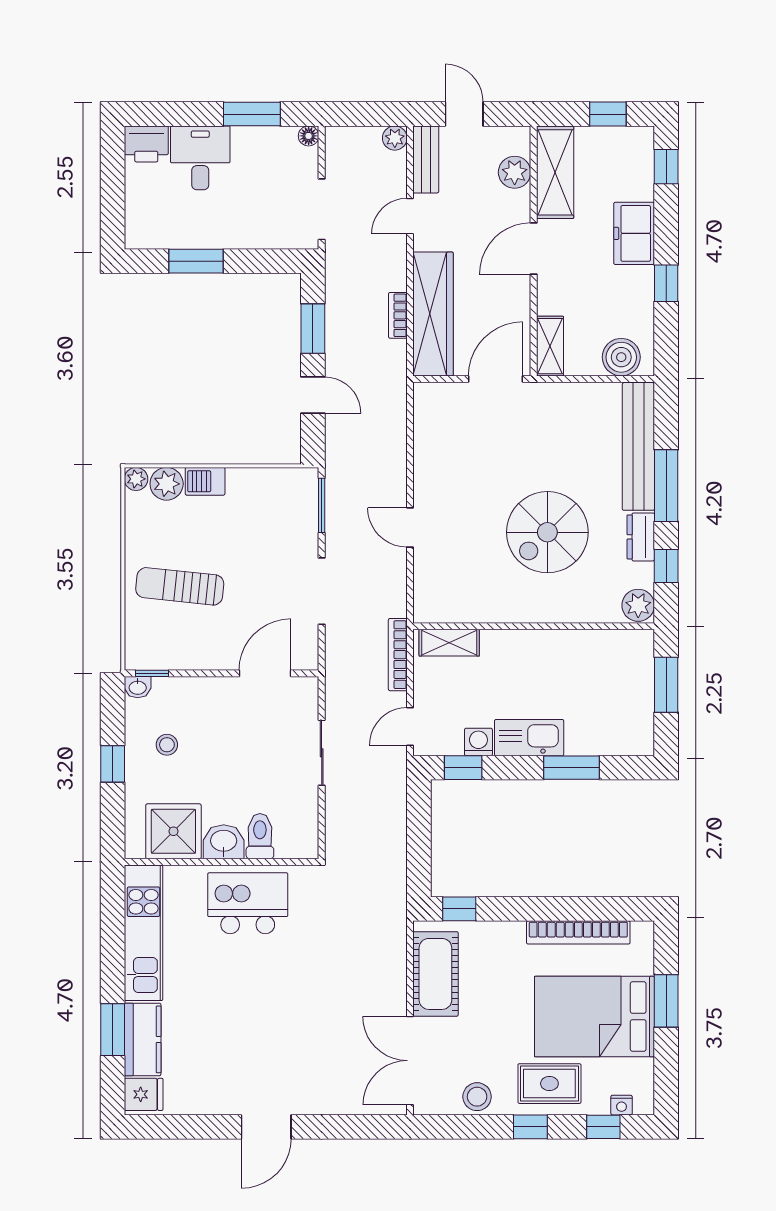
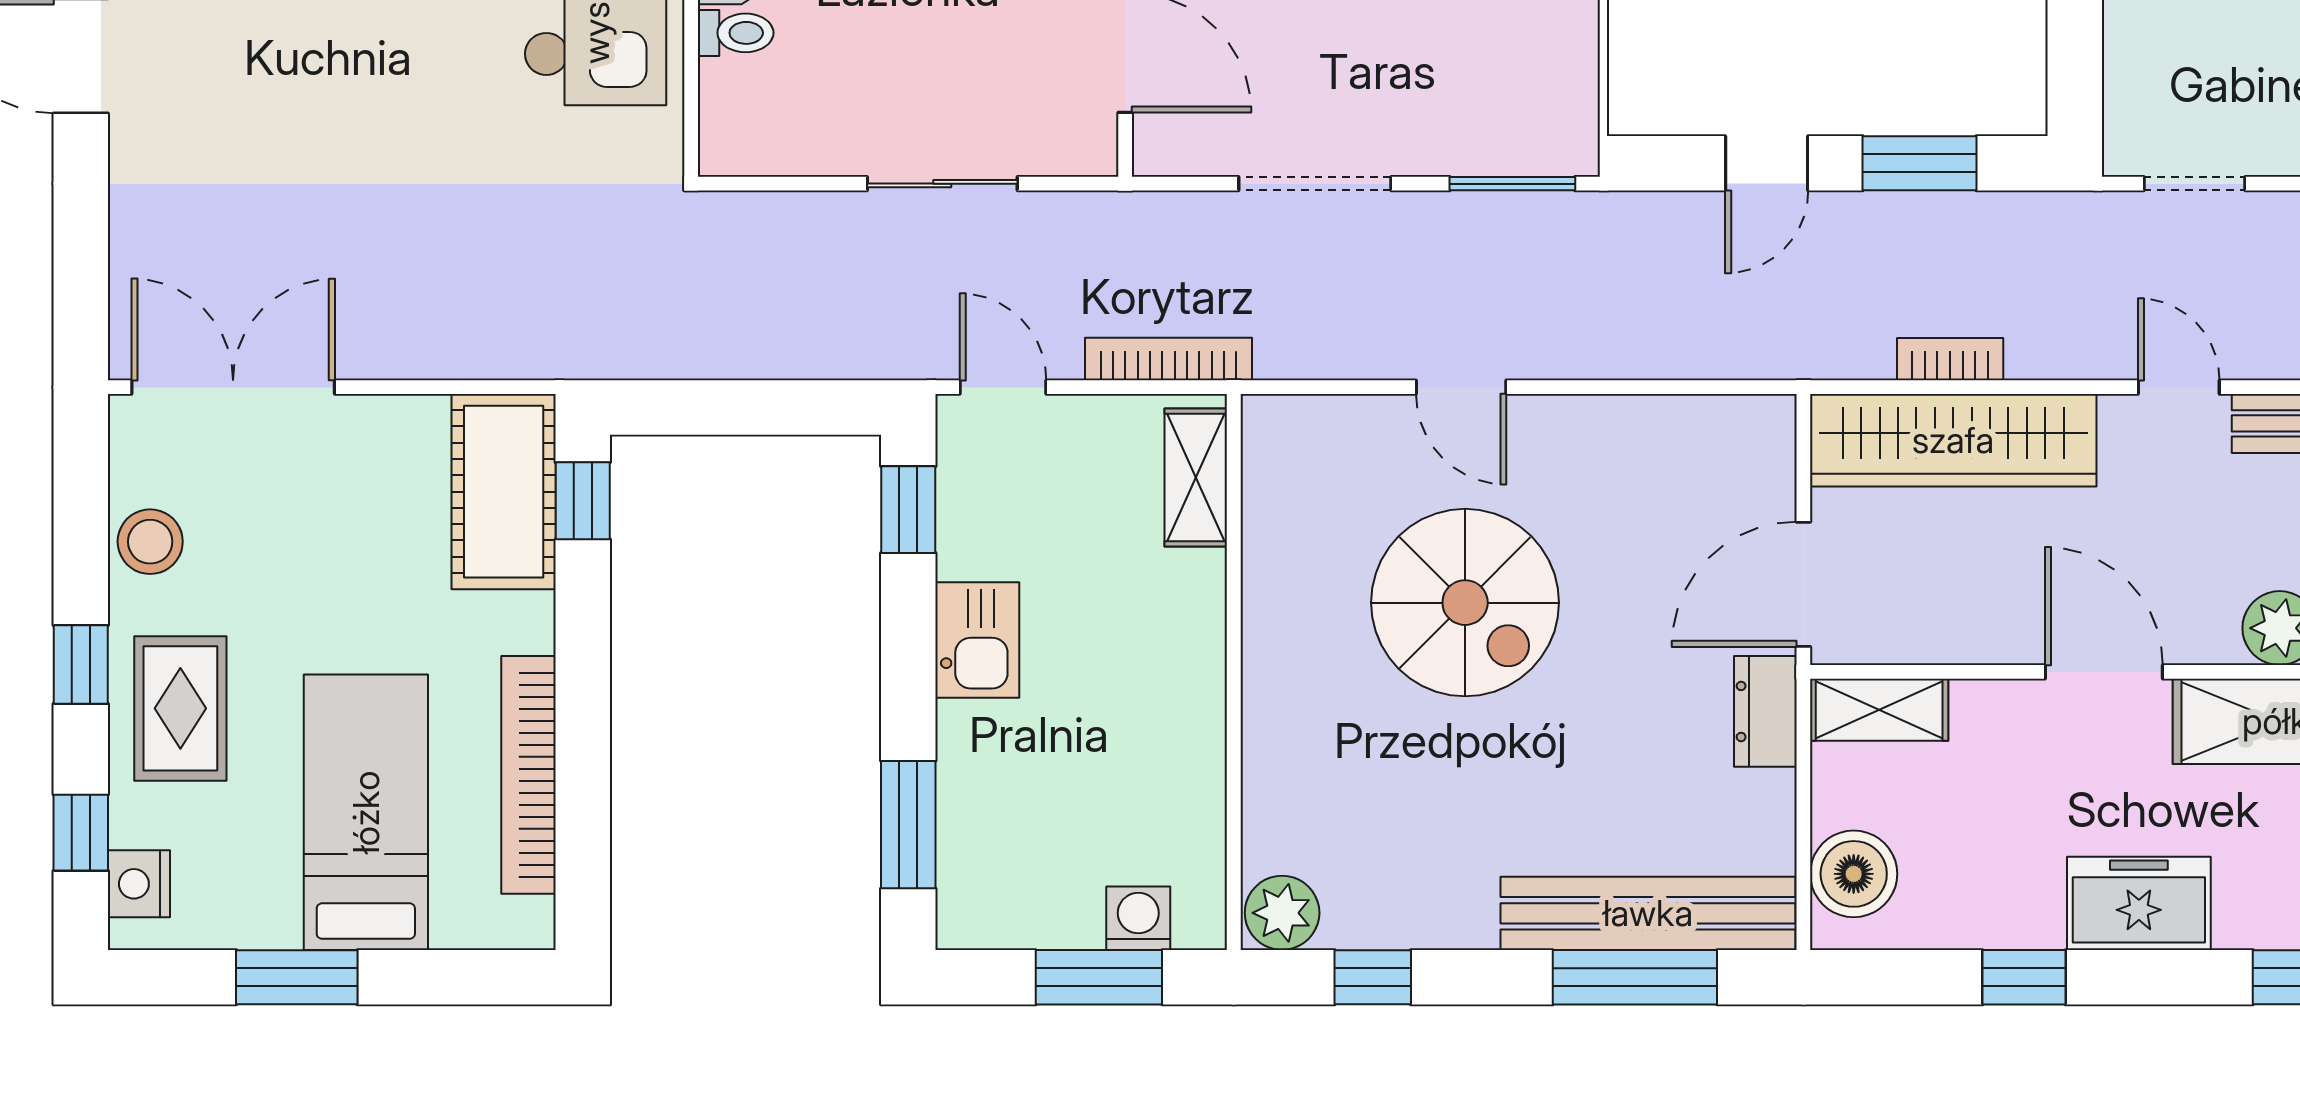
doorway: (322, 209) -> (2194, 184), width x0.73
door: (496, 379) -> (1803, 584), swing flipped
window: (666, 486) -> (1635, 977), moved
door: (410, 528) -> (1461, 387), swing flipped
spiral stairs: (547, 532) -> (1465, 603), moved, turned 180
dresser: (641, 537) -> (1765, 711), moved, turned -90
kitchen sink: (529, 738) -> (977, 640), width x0.73
washing machine: (478, 742) -> (1138, 918), moved, turned -90
window: (572, 768) -> (908, 825), moved
toilet: (260, 836) -> (736, 33), width x0.73, depth x0.72
cot: (435, 974) -> (504, 492), moved, turned 90
window: (666, 1001) -> (297, 977), moved
bed: (595, 1016) -> (366, 812), width x0.67
nightstand: (622, 1105) -> (139, 884), width x1.39, depth x1.35

